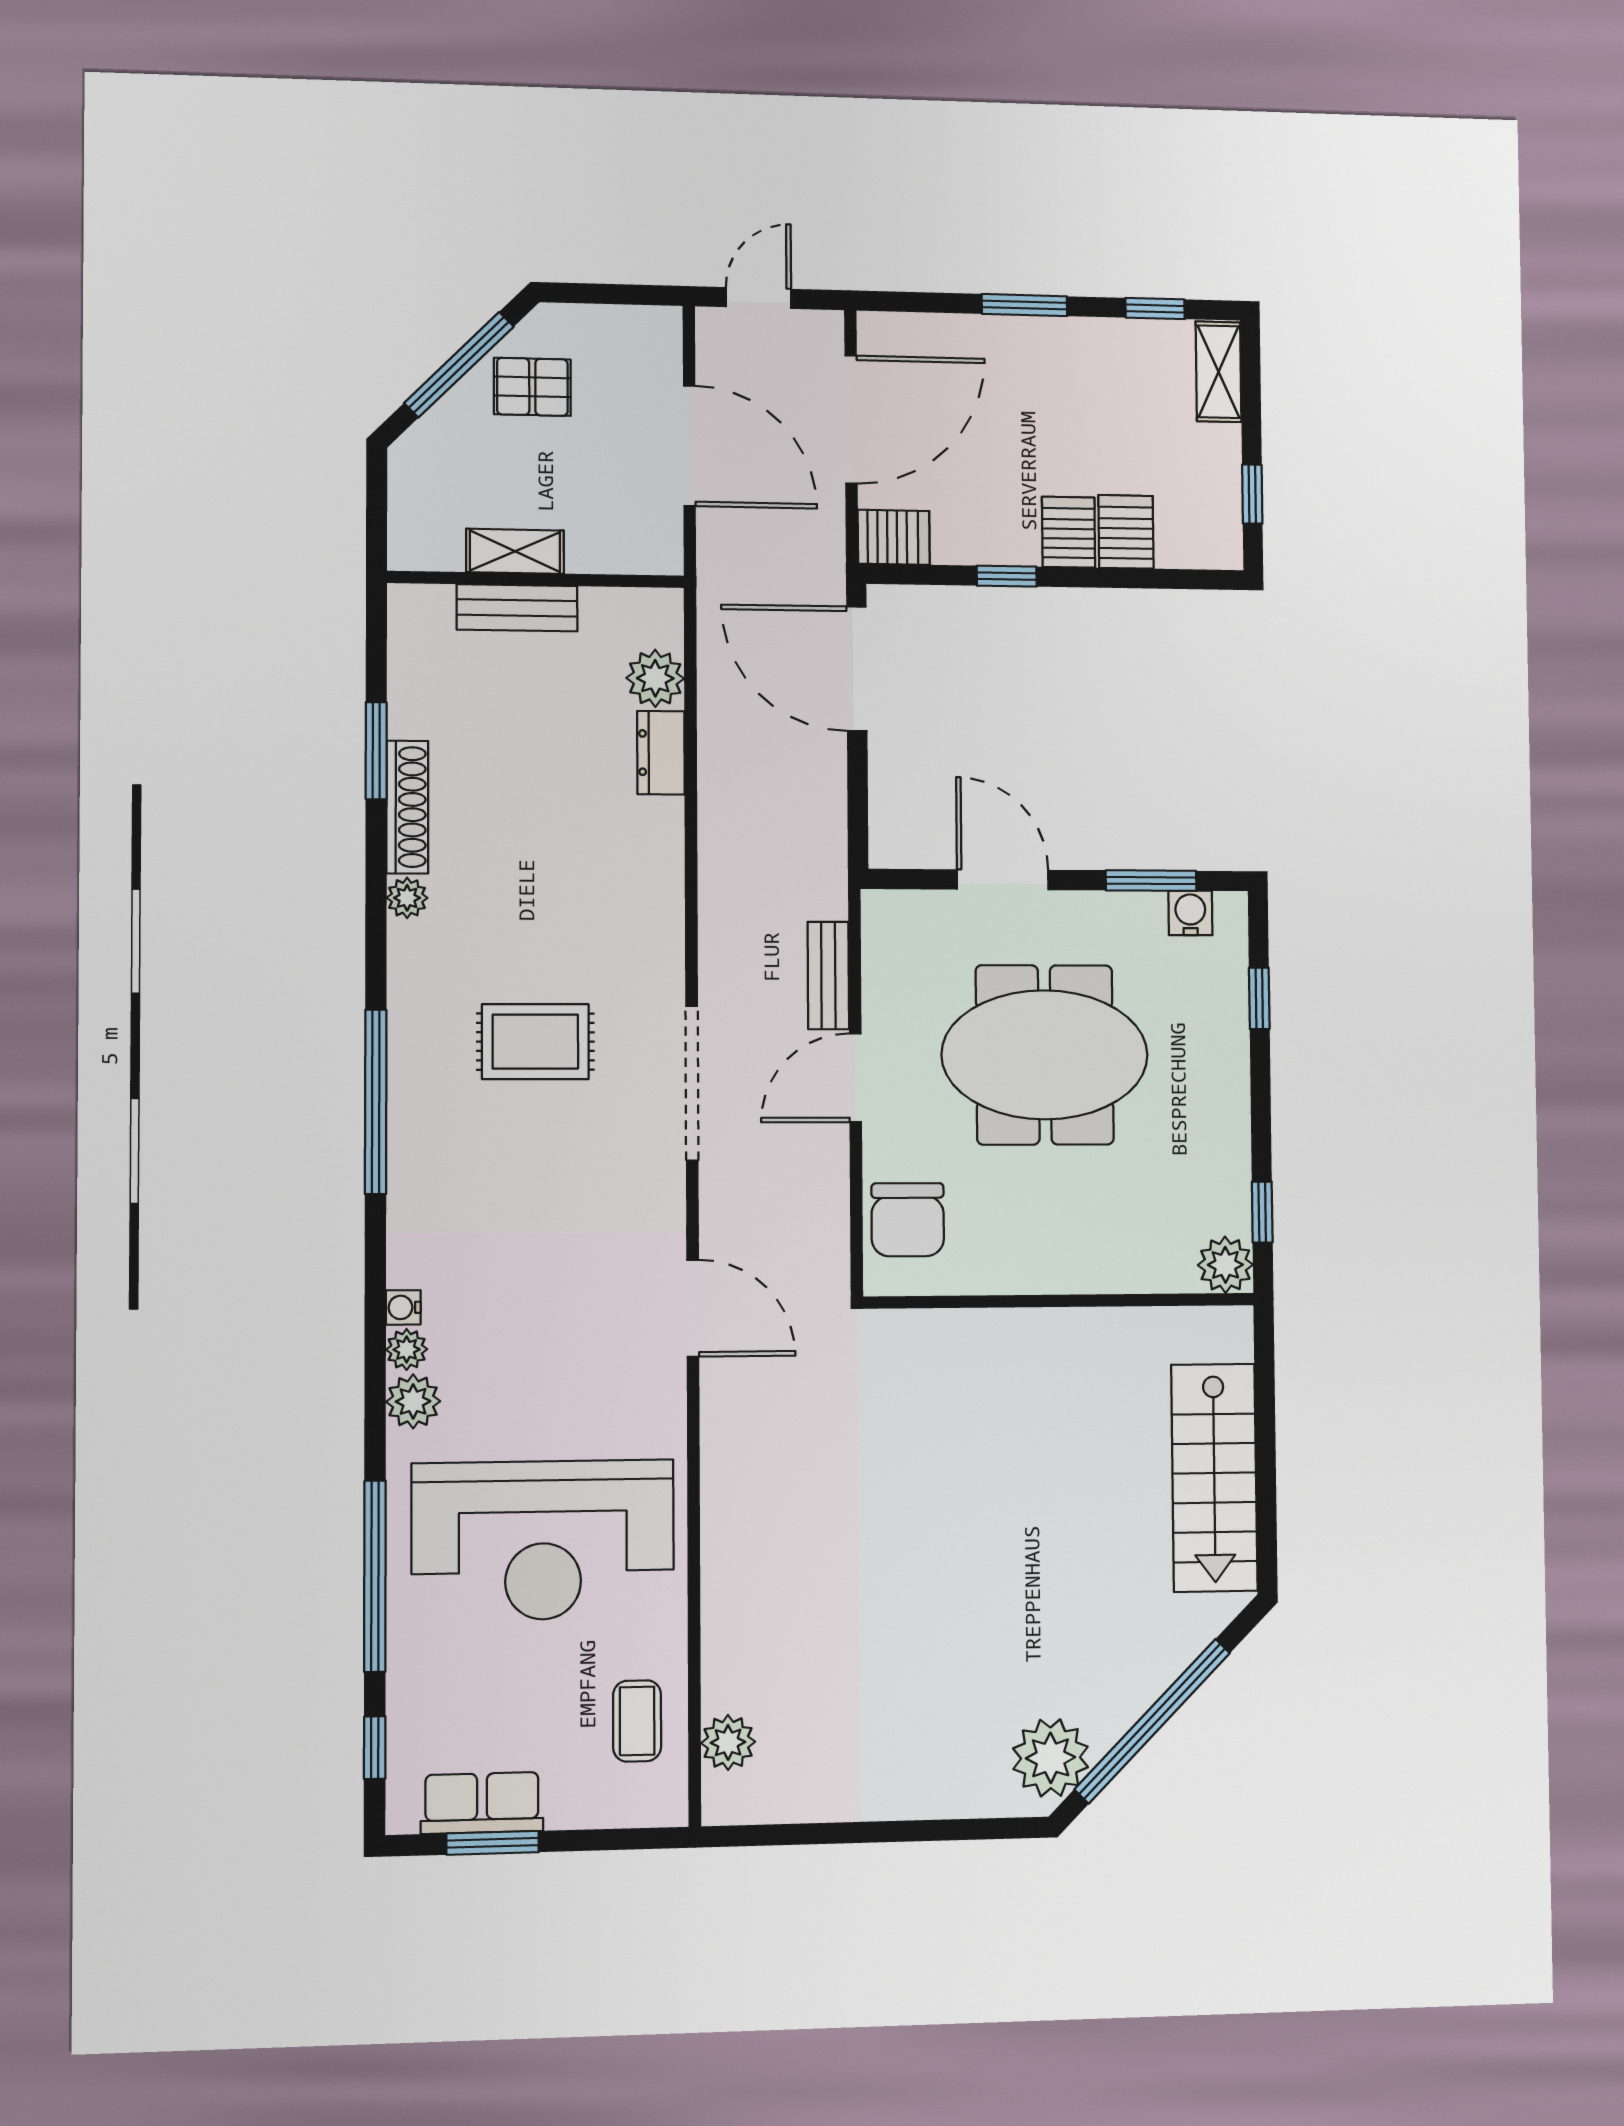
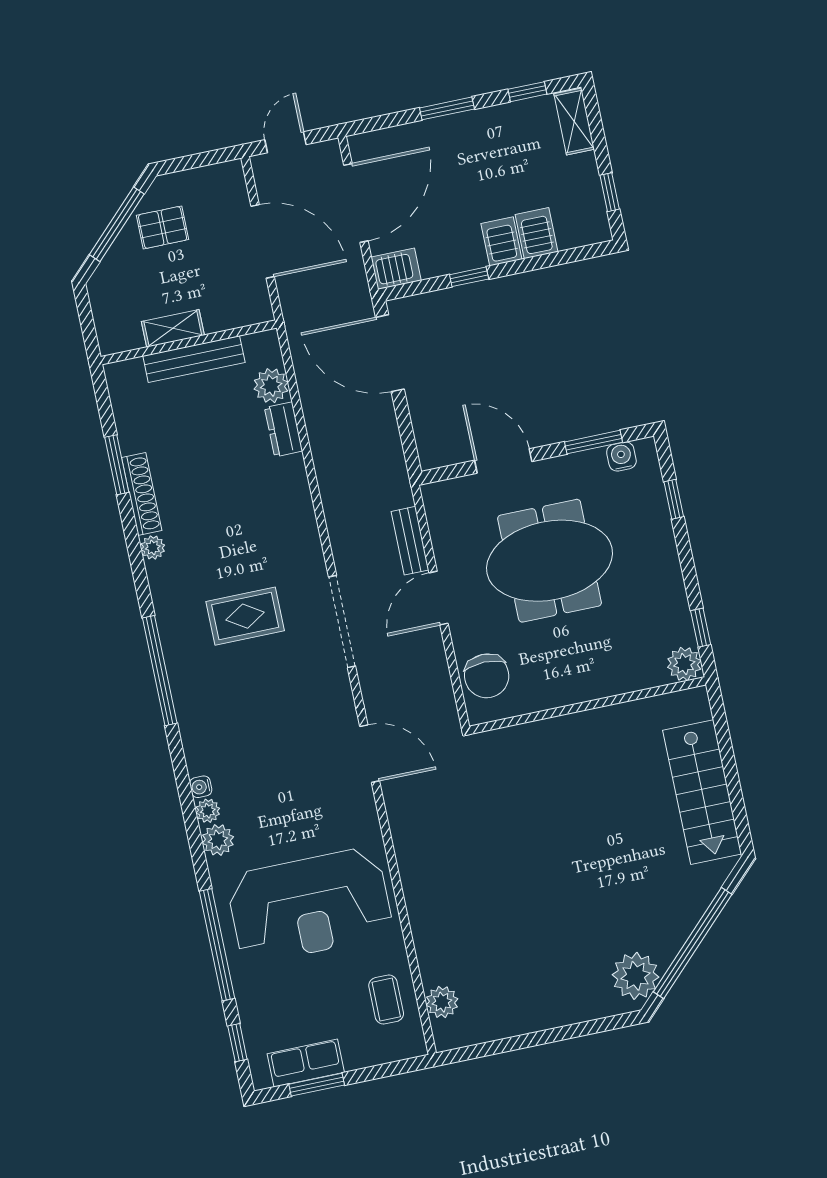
bench: (517, 608) -> (194, 359), width x1.36

